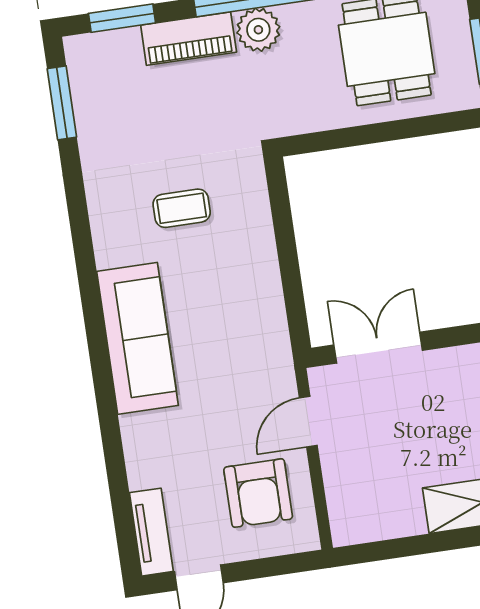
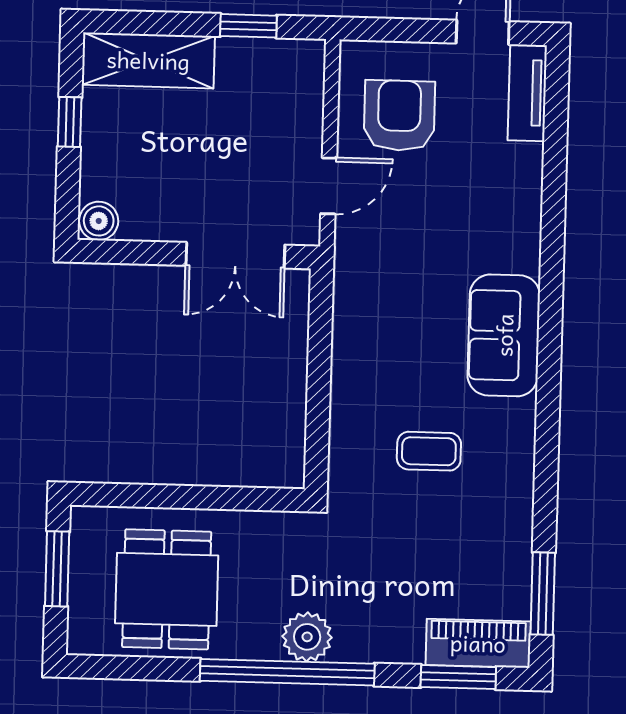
piano: (189, 39) -> (478, 643), moved
sofa: (138, 338) -> (504, 335), width x0.73
window: (402, 547) -> (248, 26), added

